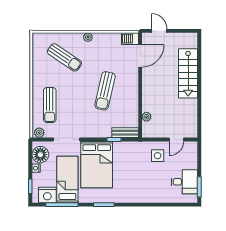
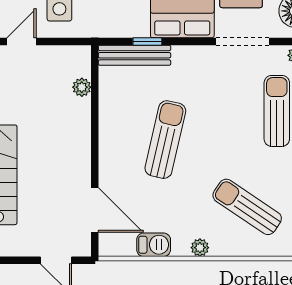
barbecue: (130, 39) -> (154, 245), moved
door: (140, 56) -> (95, 210), swing flipped
bench: (125, 133) -> (135, 55), width x1.36

